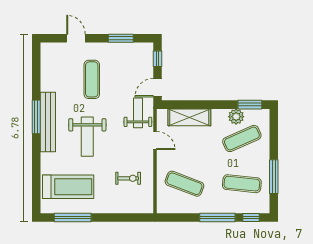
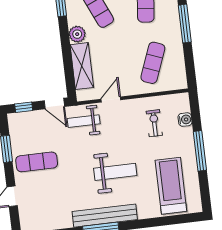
exercise mat: (92, 79) -> (37, 162), moved
plant: (236, 117) -> (77, 34), moved
water cooler: (128, 207) -> (185, 120), added
window: (73, 218) -> (200, 151), moved

